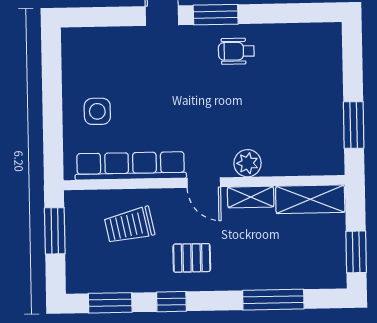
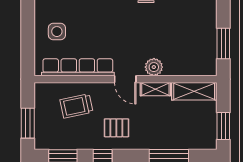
window: (55, 231) -> (28, 123), moved

